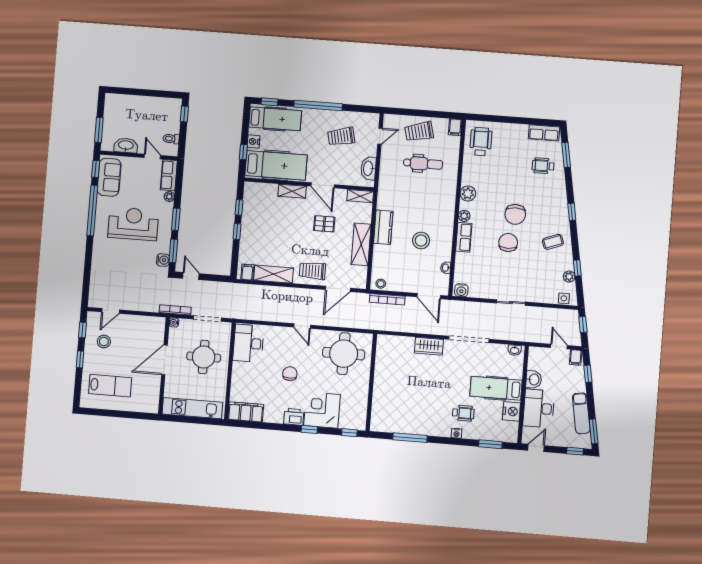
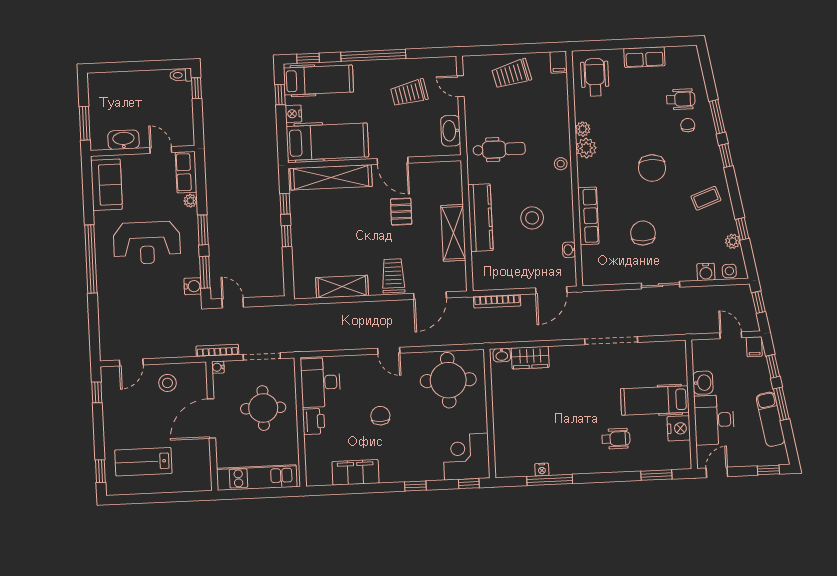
row of seats: (544, 133) -> (644, 57), moved
door: (380, 136) -> (461, 86), swing flipped
toilet: (171, 139) -> (181, 75), moved
window: (243, 152) -> (280, 95), moved
window: (566, 155) -> (717, 117), moved
dental chair: (423, 164) -> (499, 149), moved
wheelchair: (543, 166) -> (681, 99), turned 180
window: (96, 169) -> (87, 176), removed
chair: (546, 186) -> (688, 125), added
shelving: (292, 191) -> (331, 177), width x2.20, depth x1.33
shelving: (360, 196) -> (444, 169), removed
window: (92, 210) -> (91, 259), moved
plant: (464, 216) -> (583, 129), moved
reception desk: (133, 224) -> (147, 243), turned 180
pallet: (324, 224) -> (401, 212), turned 90
kitchen counter: (383, 227) -> (480, 218), width x1.50
row of seats: (464, 237) -> (588, 216), width x1.48
chair: (508, 242) -> (643, 233), moved
trolley: (312, 271) -> (393, 276), turned 90
filing cabinet: (247, 272) -> (307, 288), removed
stool: (381, 284) -> (561, 164), moved
water cooler: (461, 290) -> (706, 272), moved
door: (429, 296) -> (551, 290), hinge flipped
stool: (104, 342) -> (167, 383), moved
wardrobe: (429, 346) -> (530, 358), moved
washbasin: (515, 350) -> (502, 355), moved
window: (80, 359) -> (100, 471), moved
lab bench: (110, 386) -> (143, 462), turned 180
corner desk: (322, 410) -> (466, 457), moved
filing cabinet: (246, 412) -> (355, 472), moved
printer: (294, 417) -> (314, 421), moved, turned 90
window: (594, 431) -> (781, 404), moved
nightstand: (456, 433) -> (542, 470), moved

